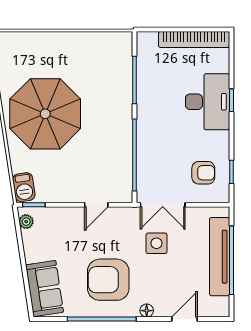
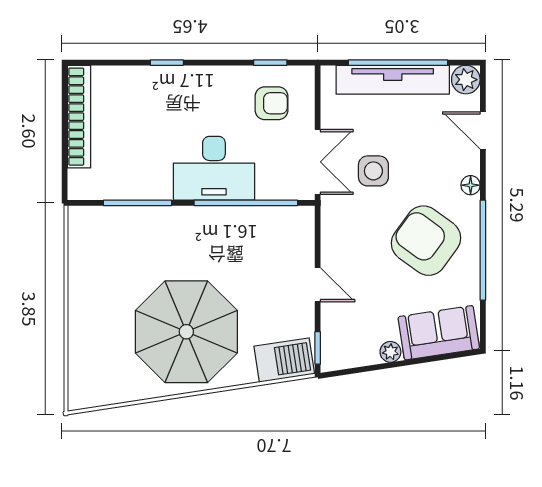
desk: (208, 102) -> (214, 168), moved, turned 180
armchair: (203, 173) -> (271, 103), turned 90
barbecue: (24, 187) -> (284, 360), width x1.38, depth x1.27
door: (96, 205) -> (318, 285), moved
plant: (26, 222) -> (390, 352), moved
armchair: (108, 280) -> (426, 241), turned 126
plant: (220, 307) -> (466, 80), added

